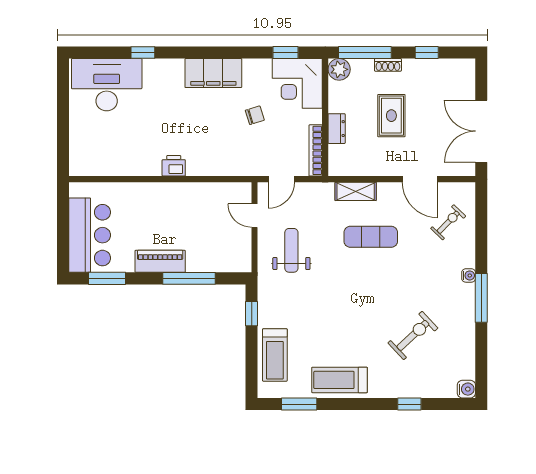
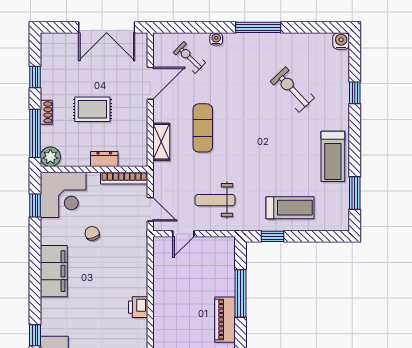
water cooler: (469, 275) -> (216, 39), moved
treadmill: (275, 355) -> (290, 208), moved

